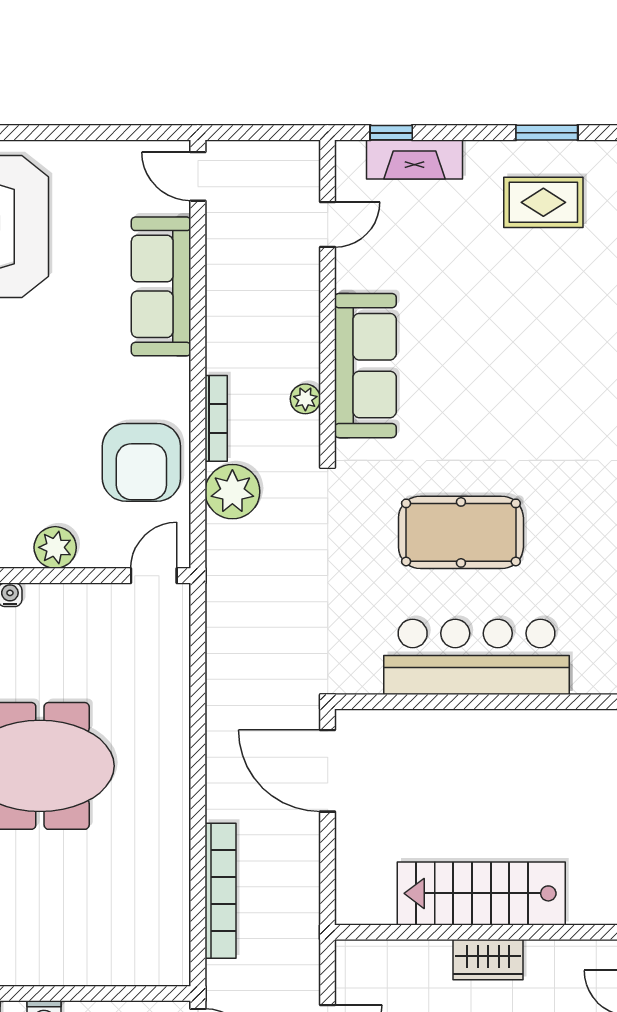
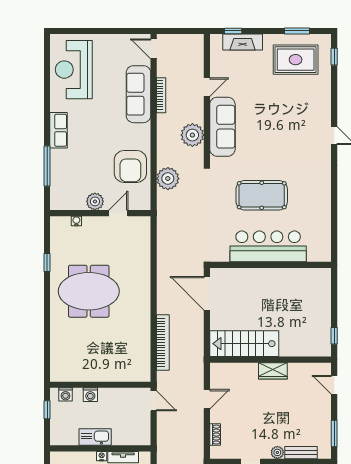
rug: (543, 202) -> (296, 60), width x1.36, depth x1.43
door: (328, 225) -> (207, 87), moved
plant: (305, 399) -> (192, 135), width x1.88, depth x1.88
bookcase: (216, 418) -> (161, 95), moved
door: (154, 576) -> (118, 213), moved
stairs: (481, 893) -> (244, 344), moved

